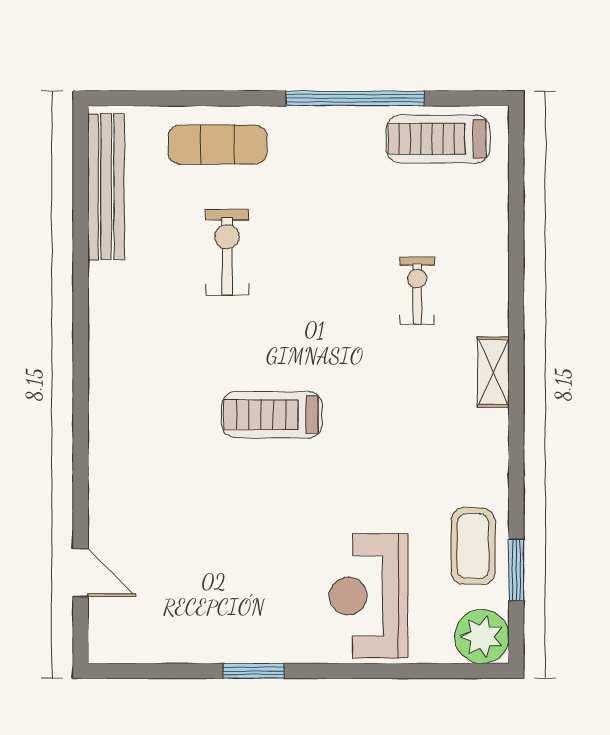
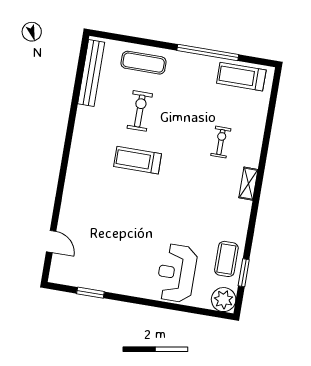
treadmill: (272, 415) -> (138, 160), moved
window: (254, 671) -> (90, 293), moved

